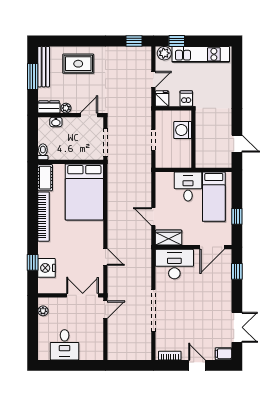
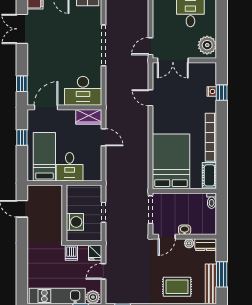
washbasin: (56, 122) -> (185, 230), moved
nightstand: (47, 268) -> (212, 91), width x0.53, depth x0.56
plant: (43, 311) -> (207, 45), width x1.88, depth x1.88

